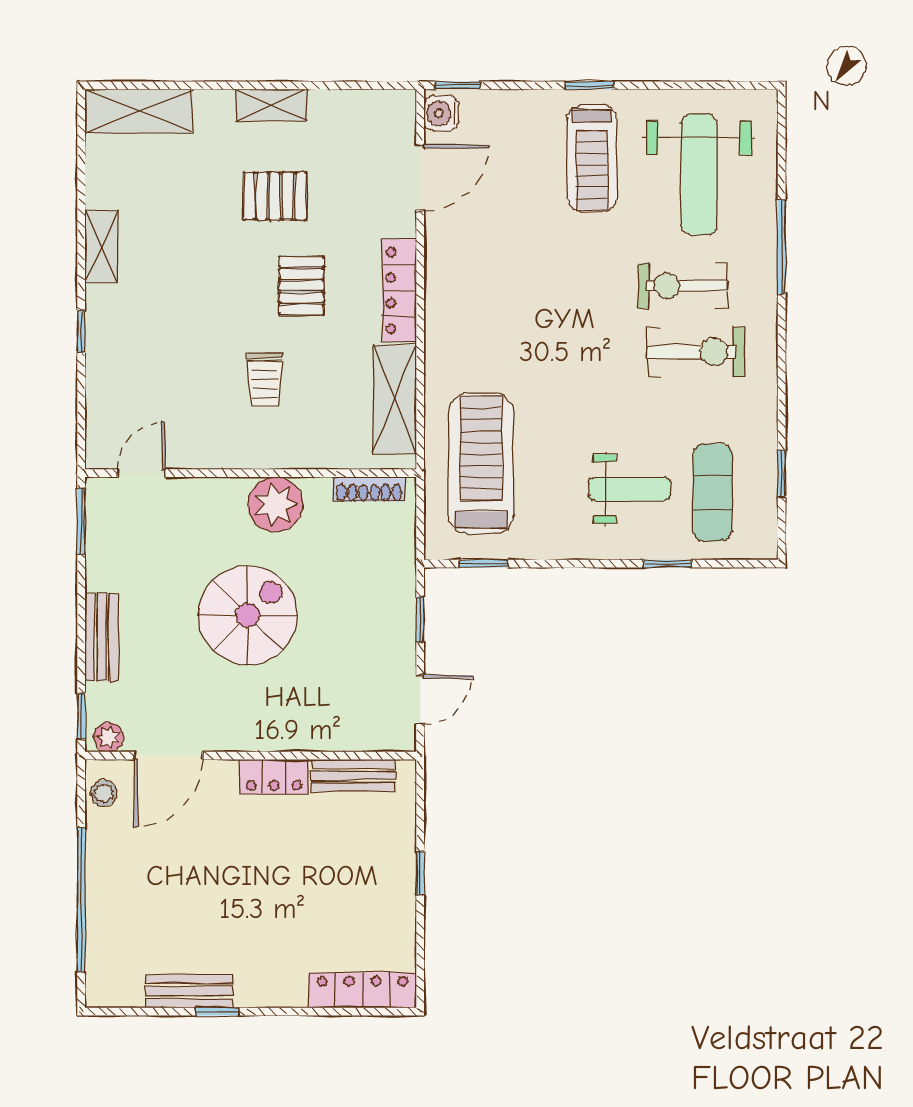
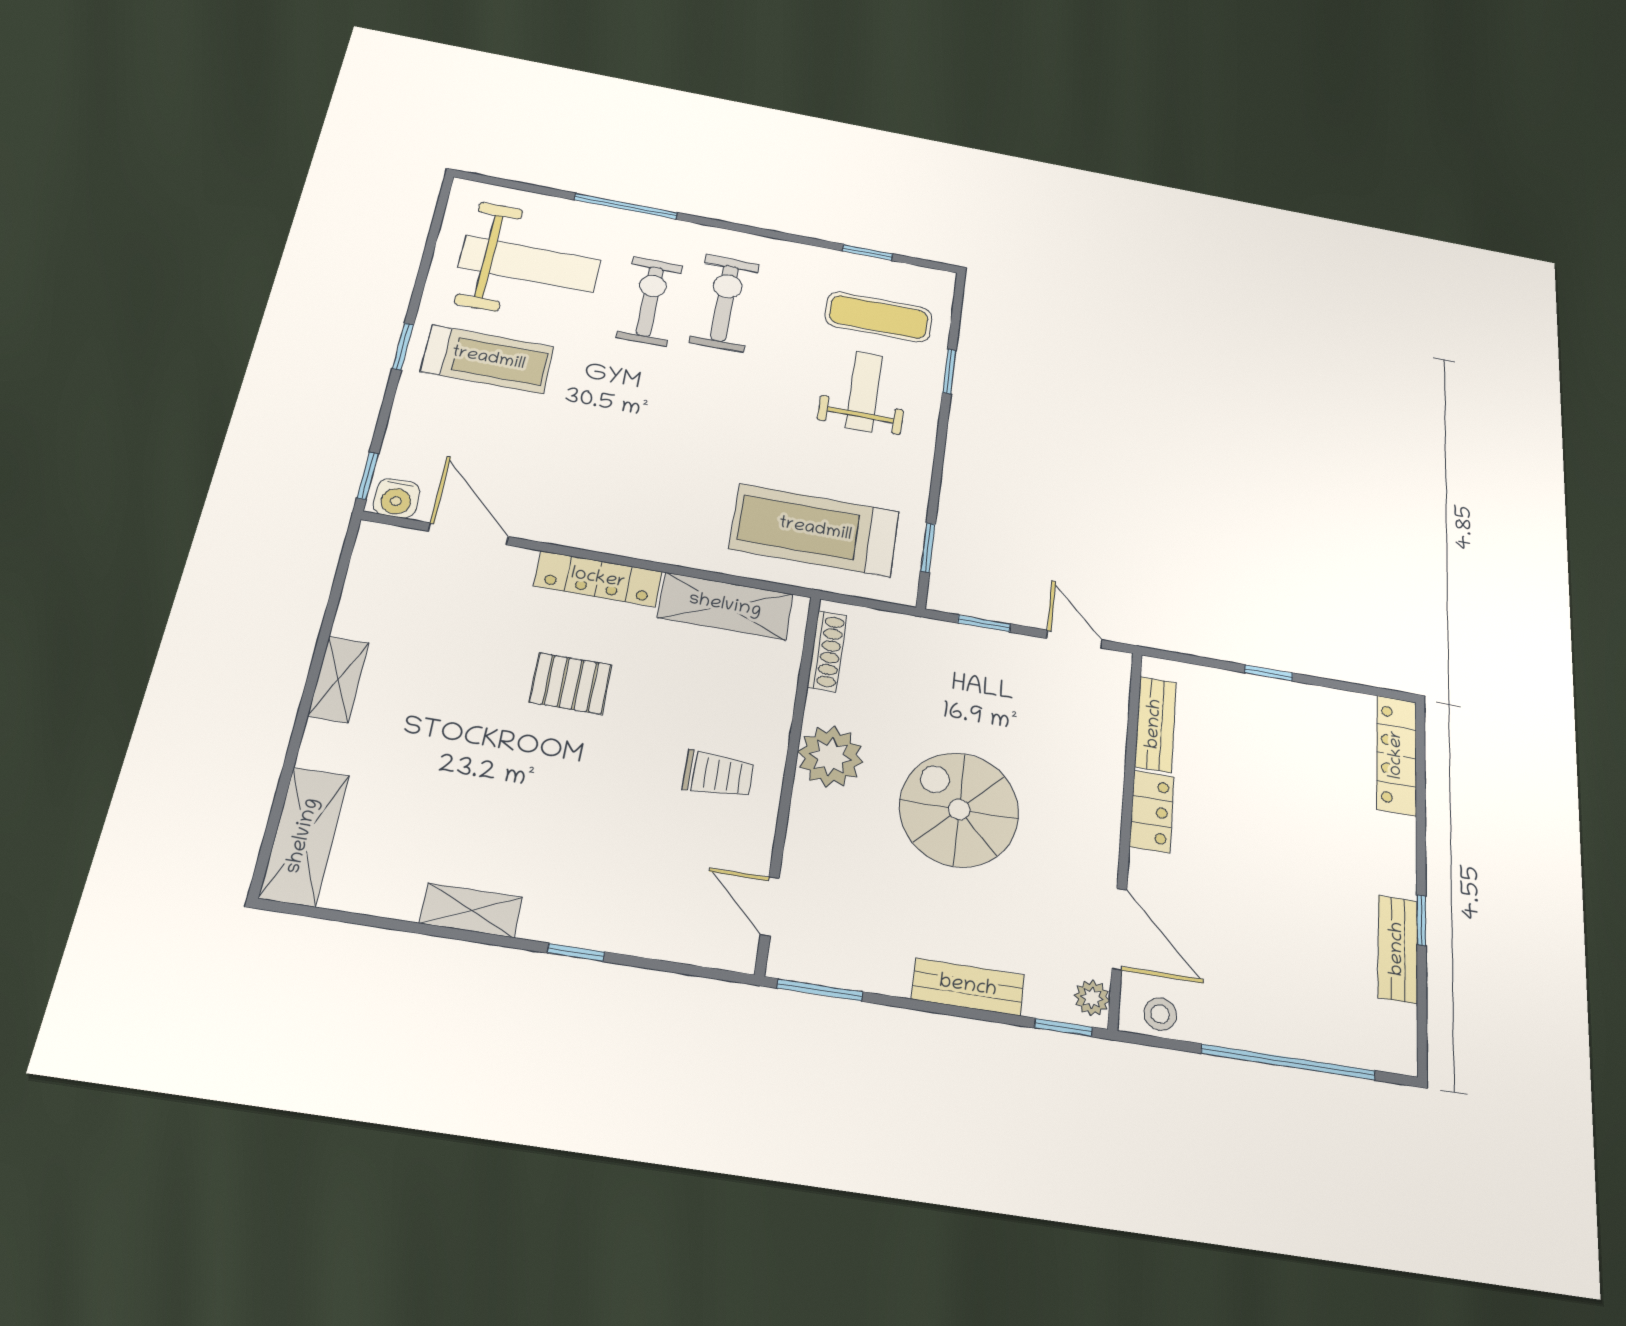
pallet: (275, 196) -> (453, 695), removed
exercise bike: (683, 286) -> (650, 301), turned 180
trolley: (265, 380) -> (718, 775), moved

